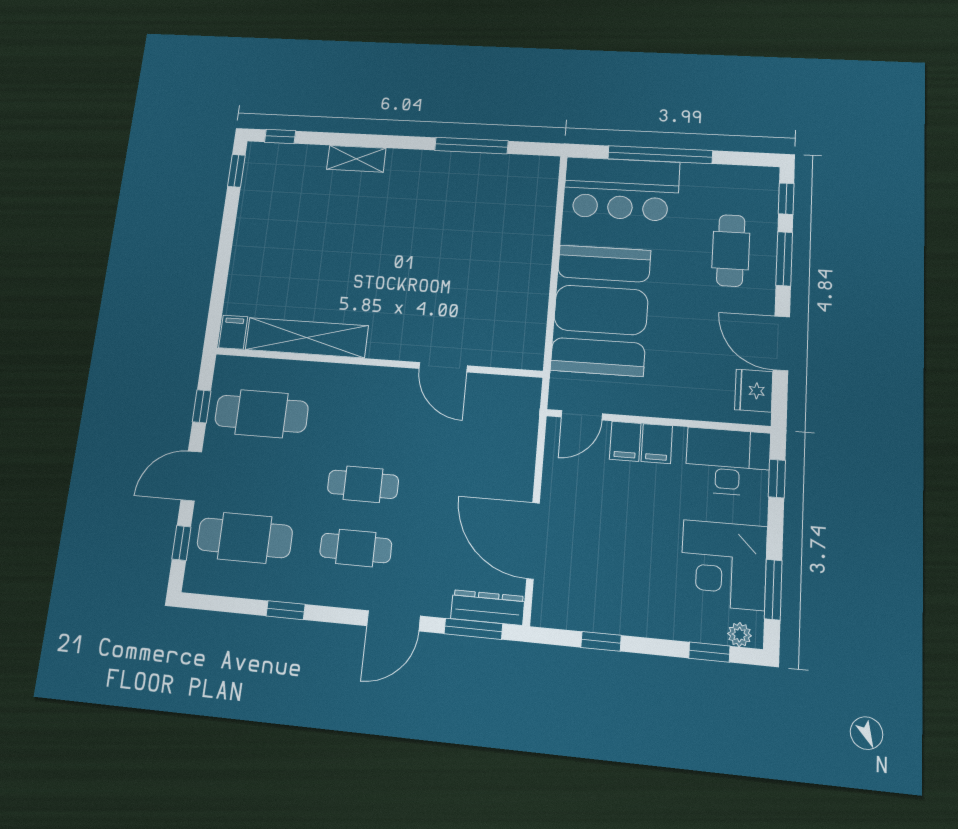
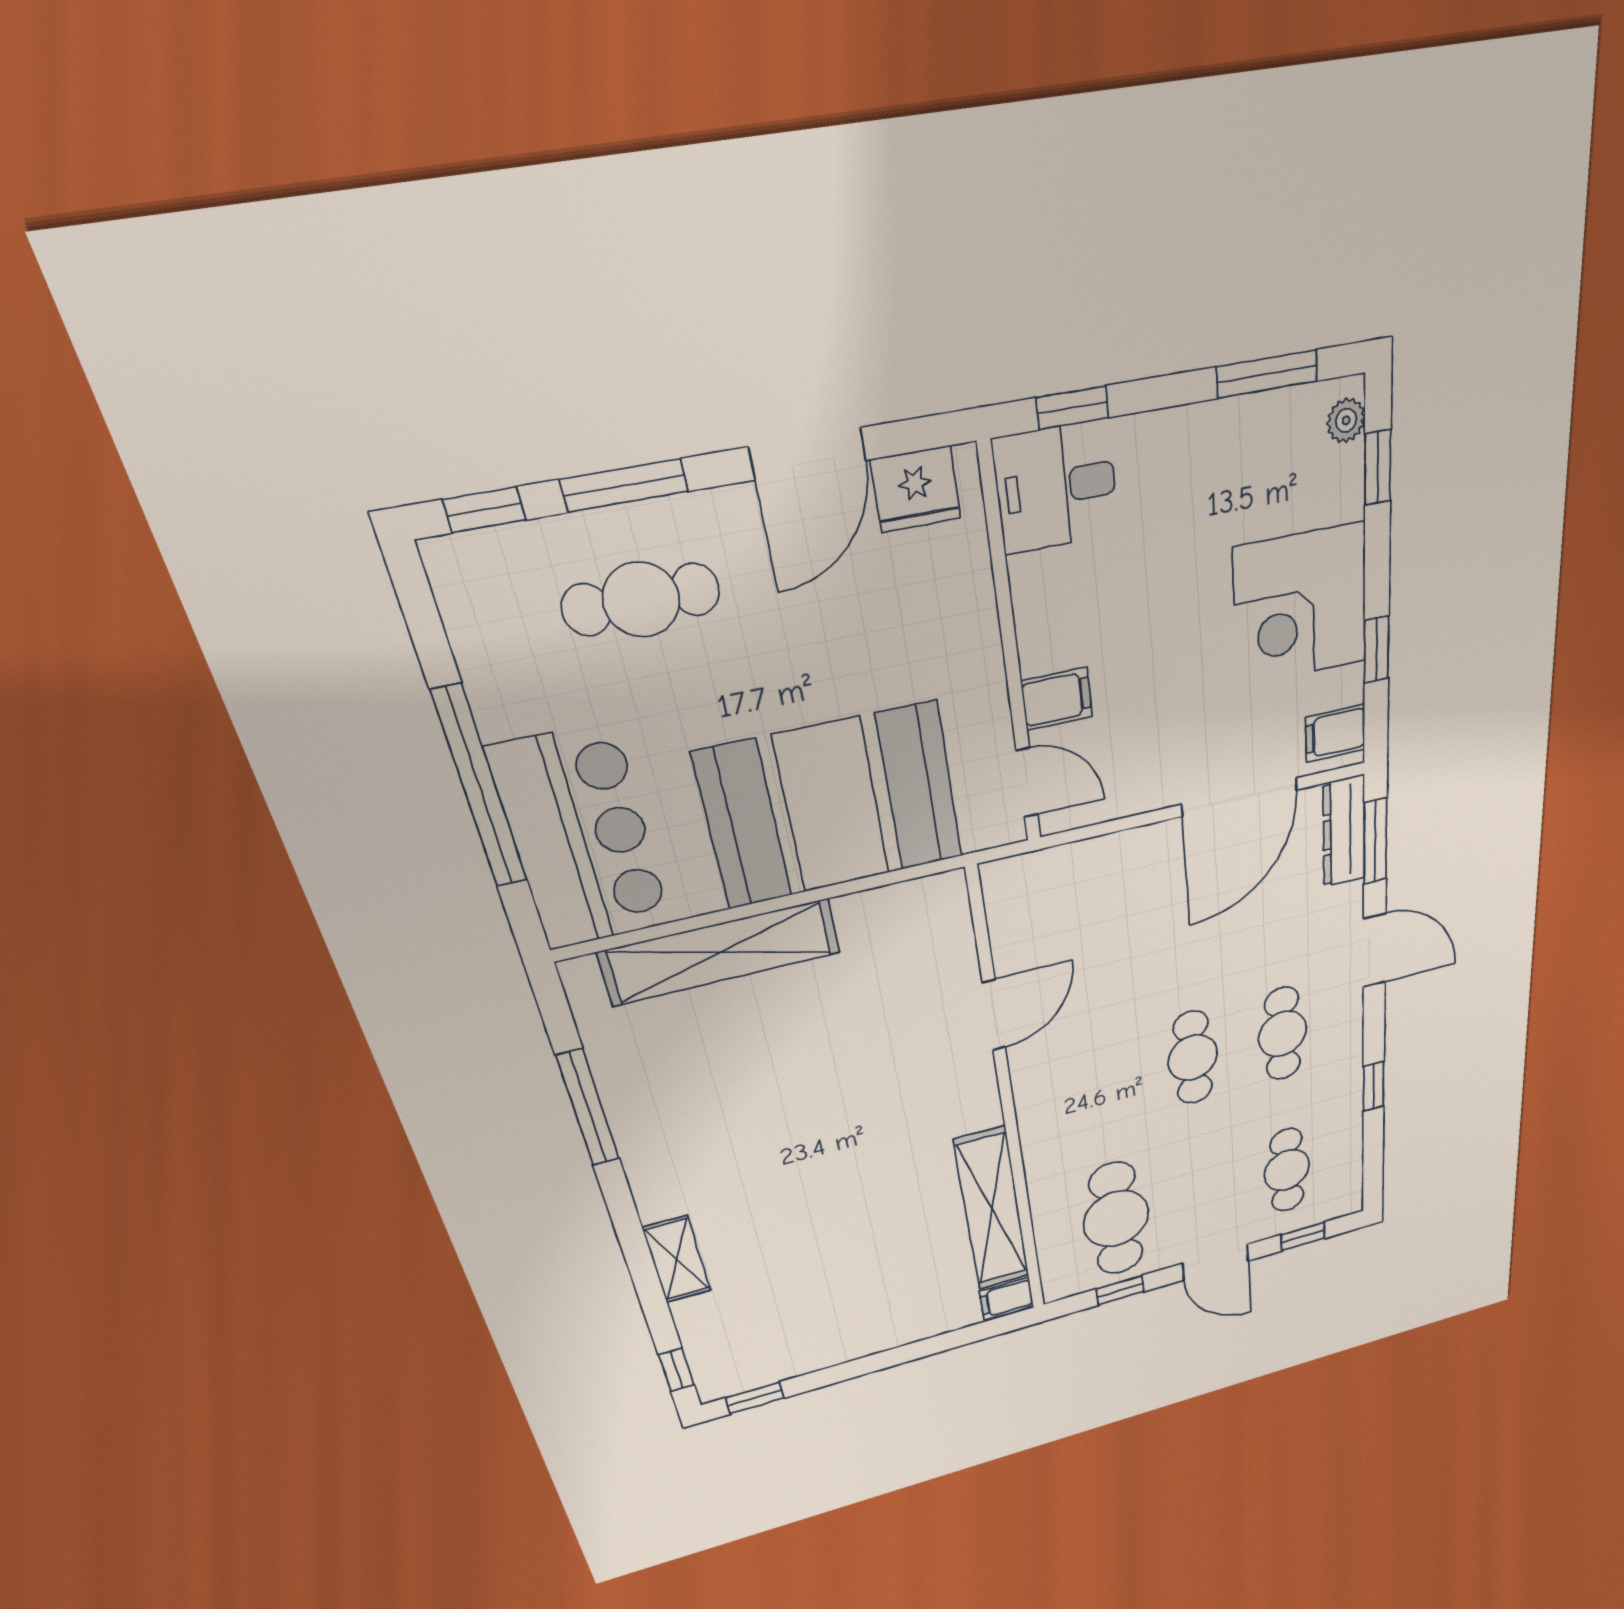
shelving: (537, 234) -> (721, 952), added
filing cabinet: (657, 444) -> (1335, 733), moved, turned 180
desk: (728, 462) -> (1056, 487), width x0.73
cafe table: (245, 538) -> (1287, 1170), width x0.73, depth x0.74
corner desk: (724, 565) -> (1300, 605), moved, turned 90

